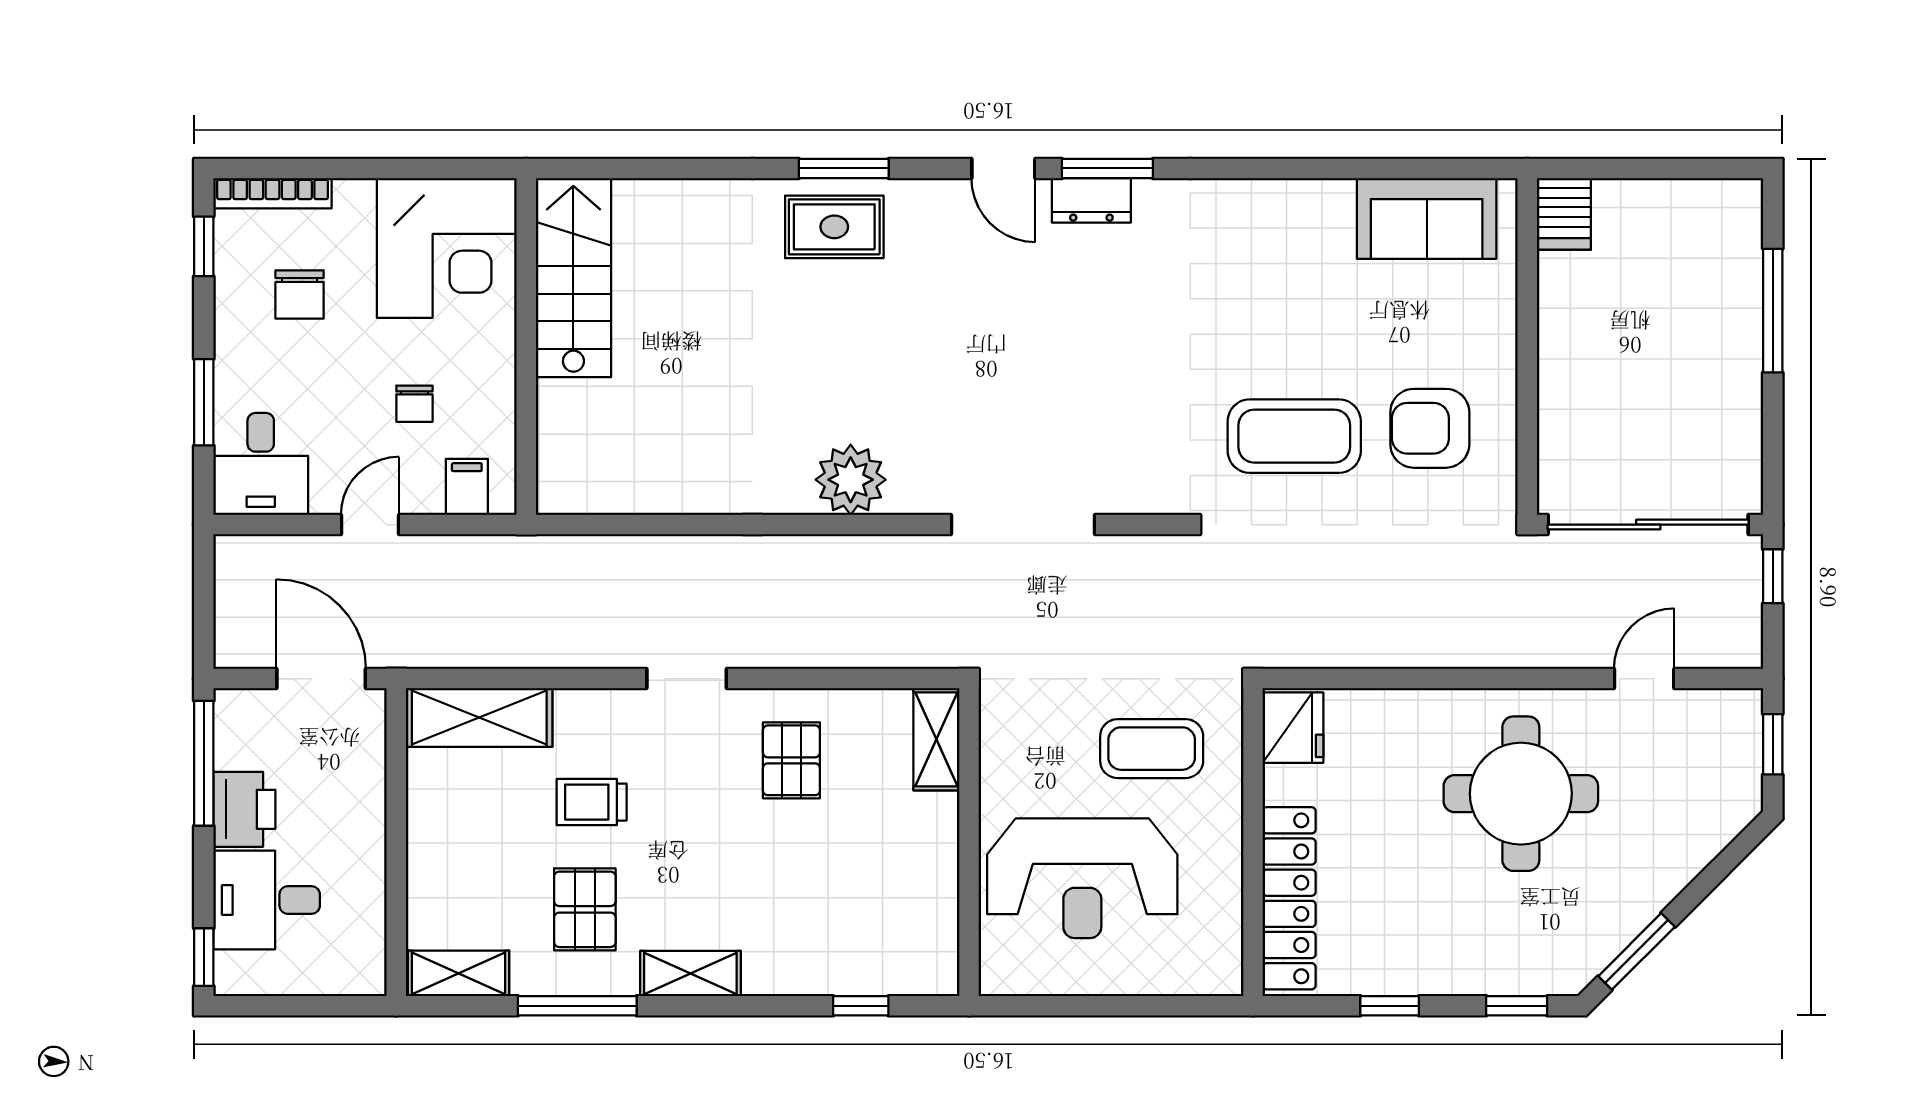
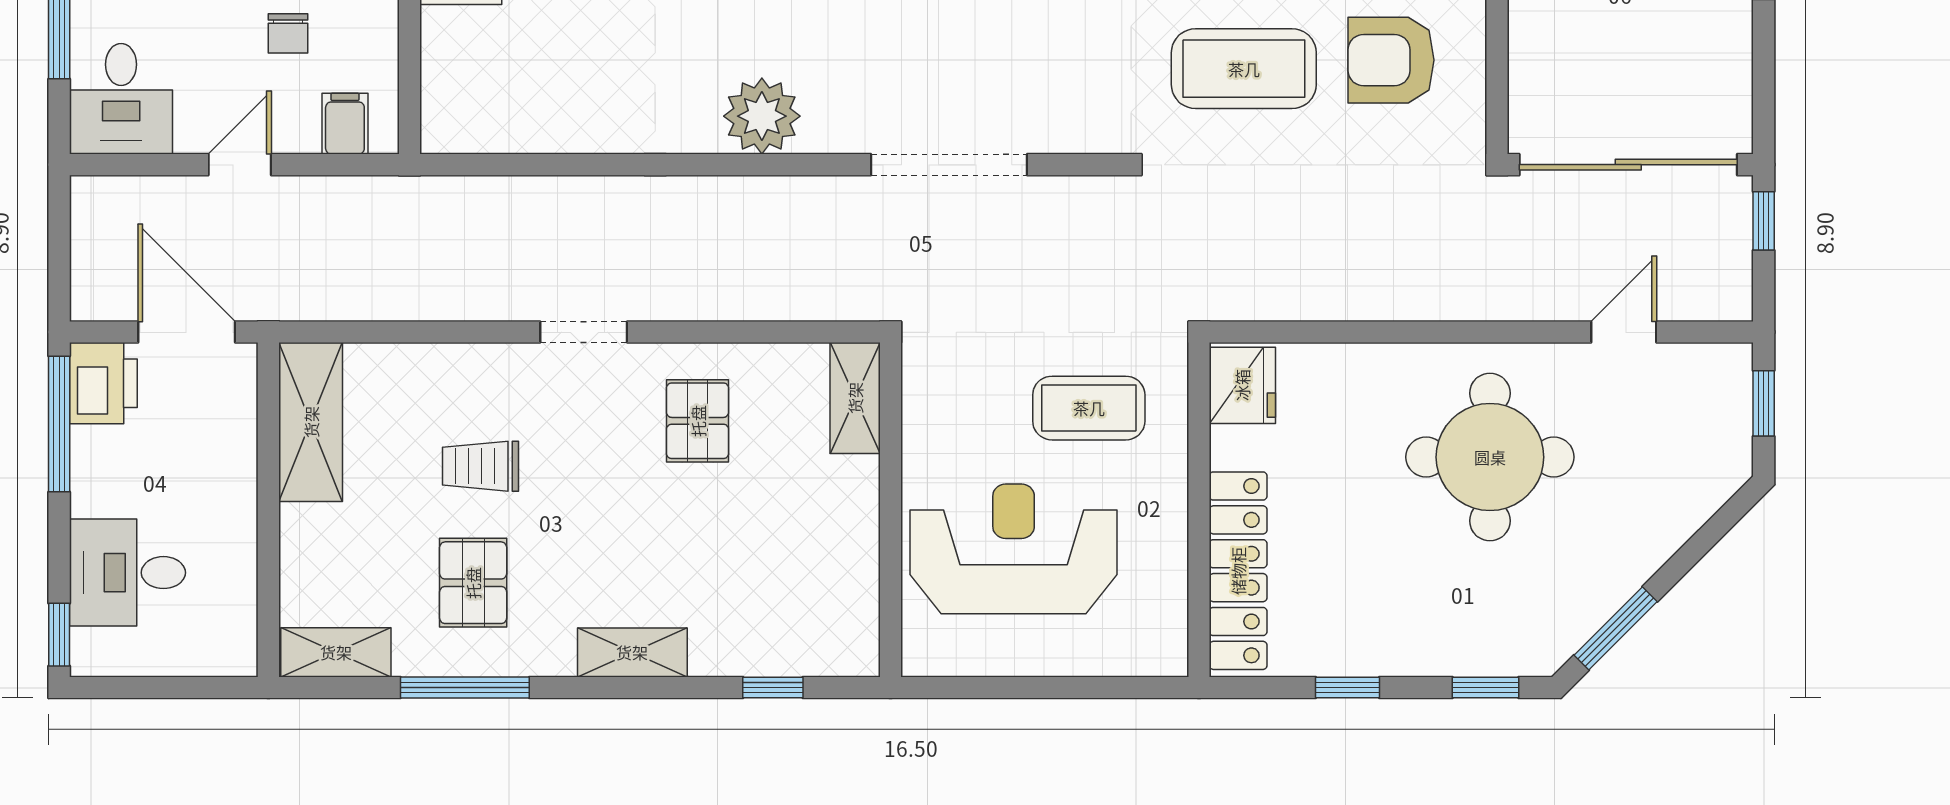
shelving: (479, 717) -> (311, 422), moved, turned 90
printer: (244, 809) -> (103, 383), moved
reception desk: (1082, 878) -> (1014, 549), turned 180
shelving: (690, 974) -> (632, 652), moved

